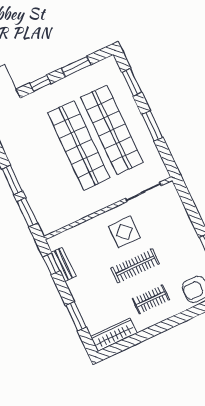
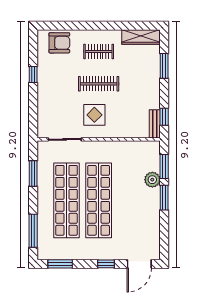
window: (76, 66) -> (60, 264), moved
window: (132, 82) -> (33, 231), width x1.44
window: (152, 126) -> (33, 174), moved
plant: (33, 193) -> (152, 180), added
bench: (63, 264) -> (155, 124), moved

